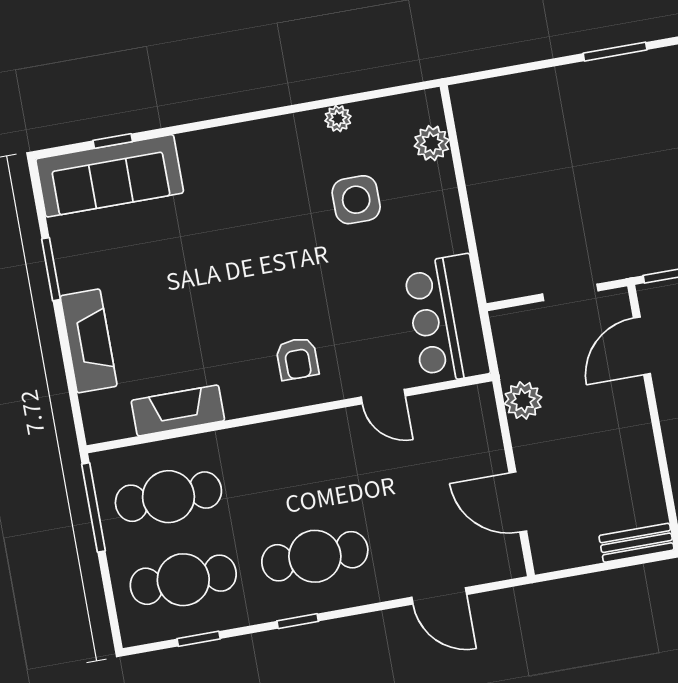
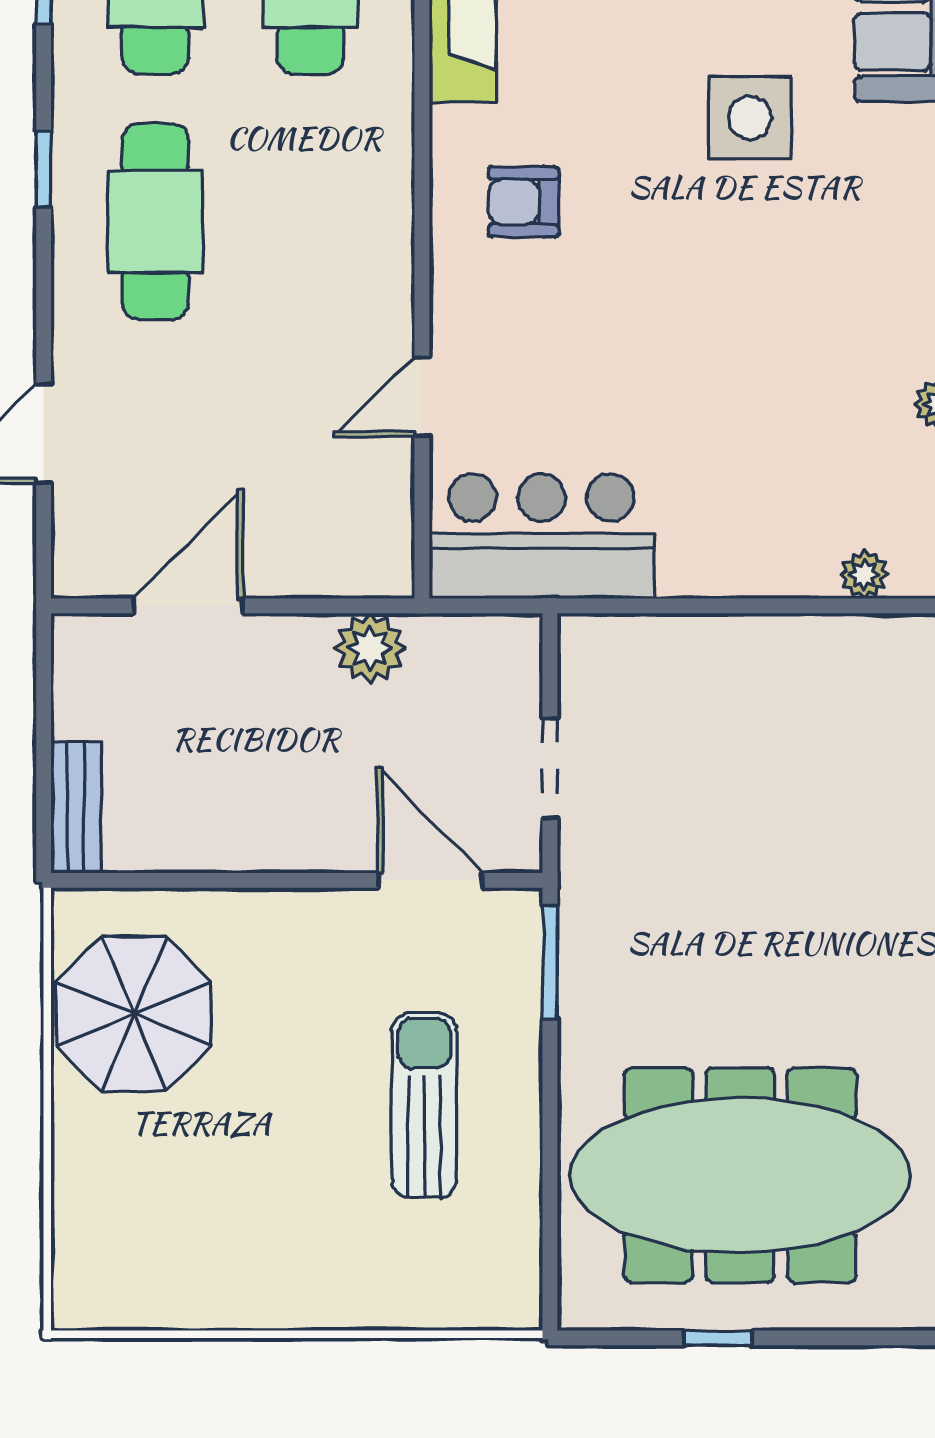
plant: (432, 143) -> (864, 575), width x0.73, depth x0.73
side table: (356, 200) -> (750, 118), moved
armchair: (297, 359) -> (524, 202), moved

